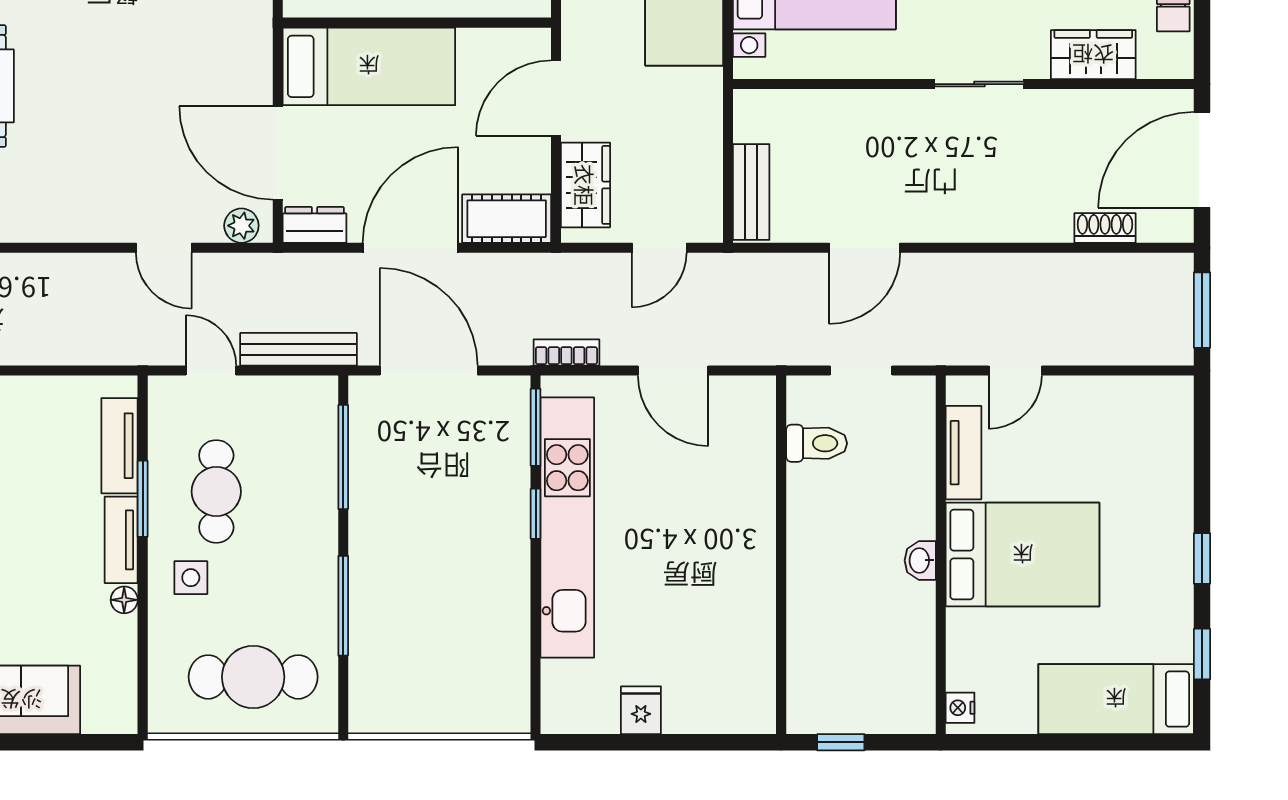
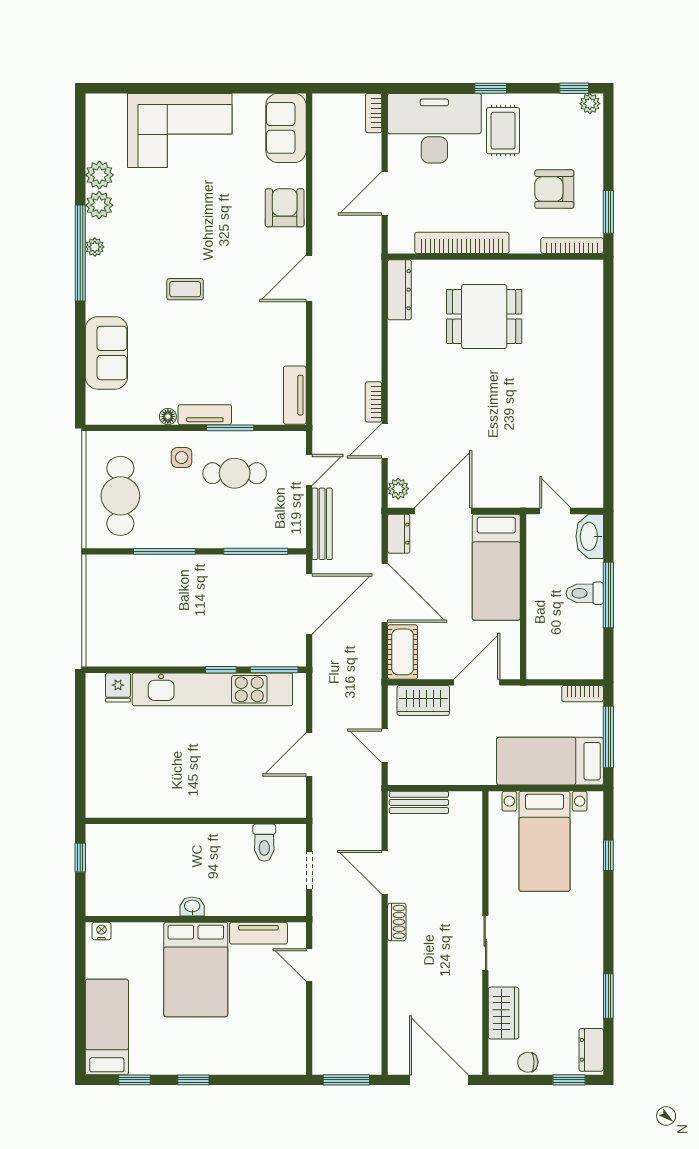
door: (556, 98) -> (477, 682), hinge flipped
shoe rack: (1105, 228) -> (397, 922), moved
bookcase: (566, 352) -> (373, 402), moved, turned 180
tv unit: (119, 446) -> (295, 395), moved, turned -90
fridge: (641, 710) -> (118, 687), moved, turned 90

